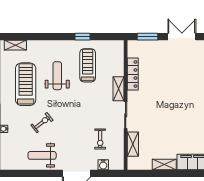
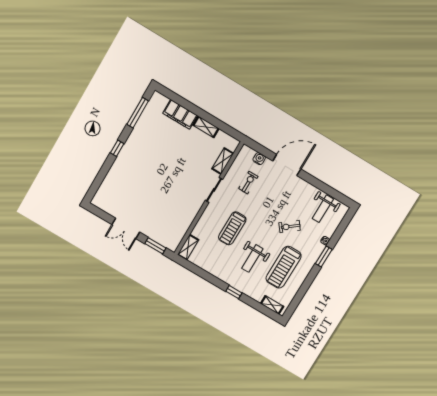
window: (82, 37) -> (234, 292), moved
treadmill: (88, 65) -> (232, 228), moved
locker: (133, 74) -> (187, 222), removed
shelving: (119, 89) -> (188, 247), moved
weight bench: (42, 155) -> (323, 209), moved, turned 90

